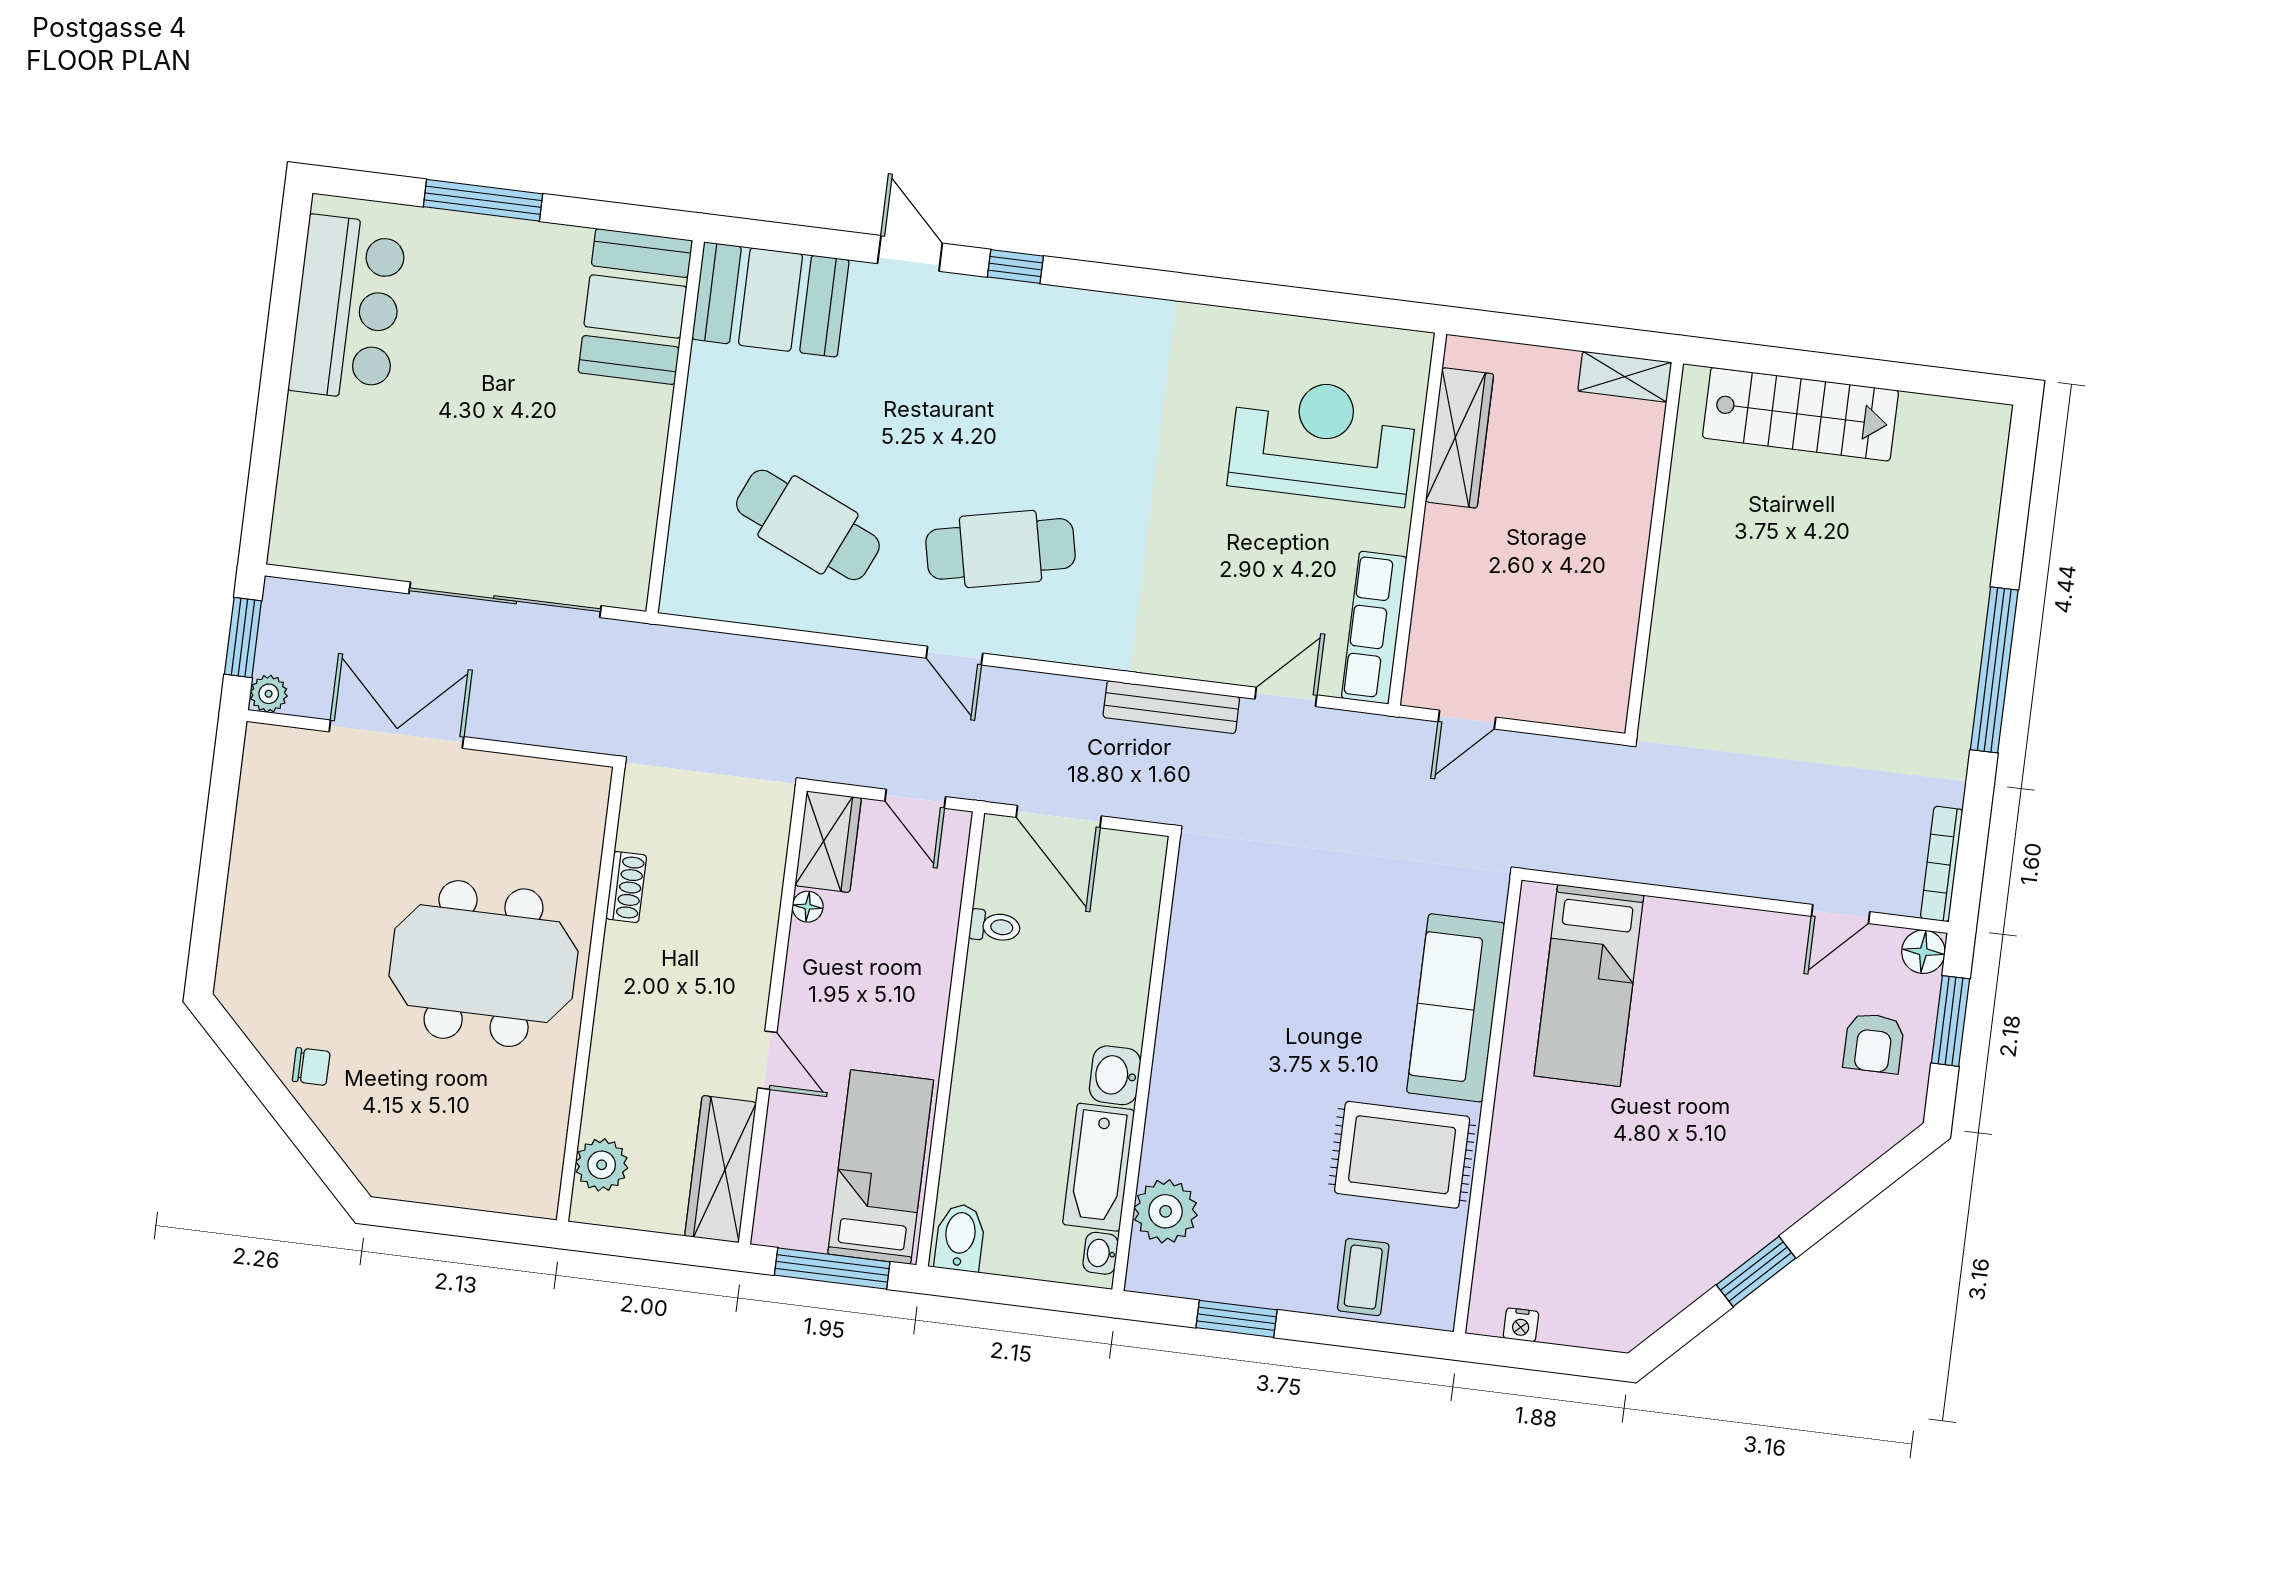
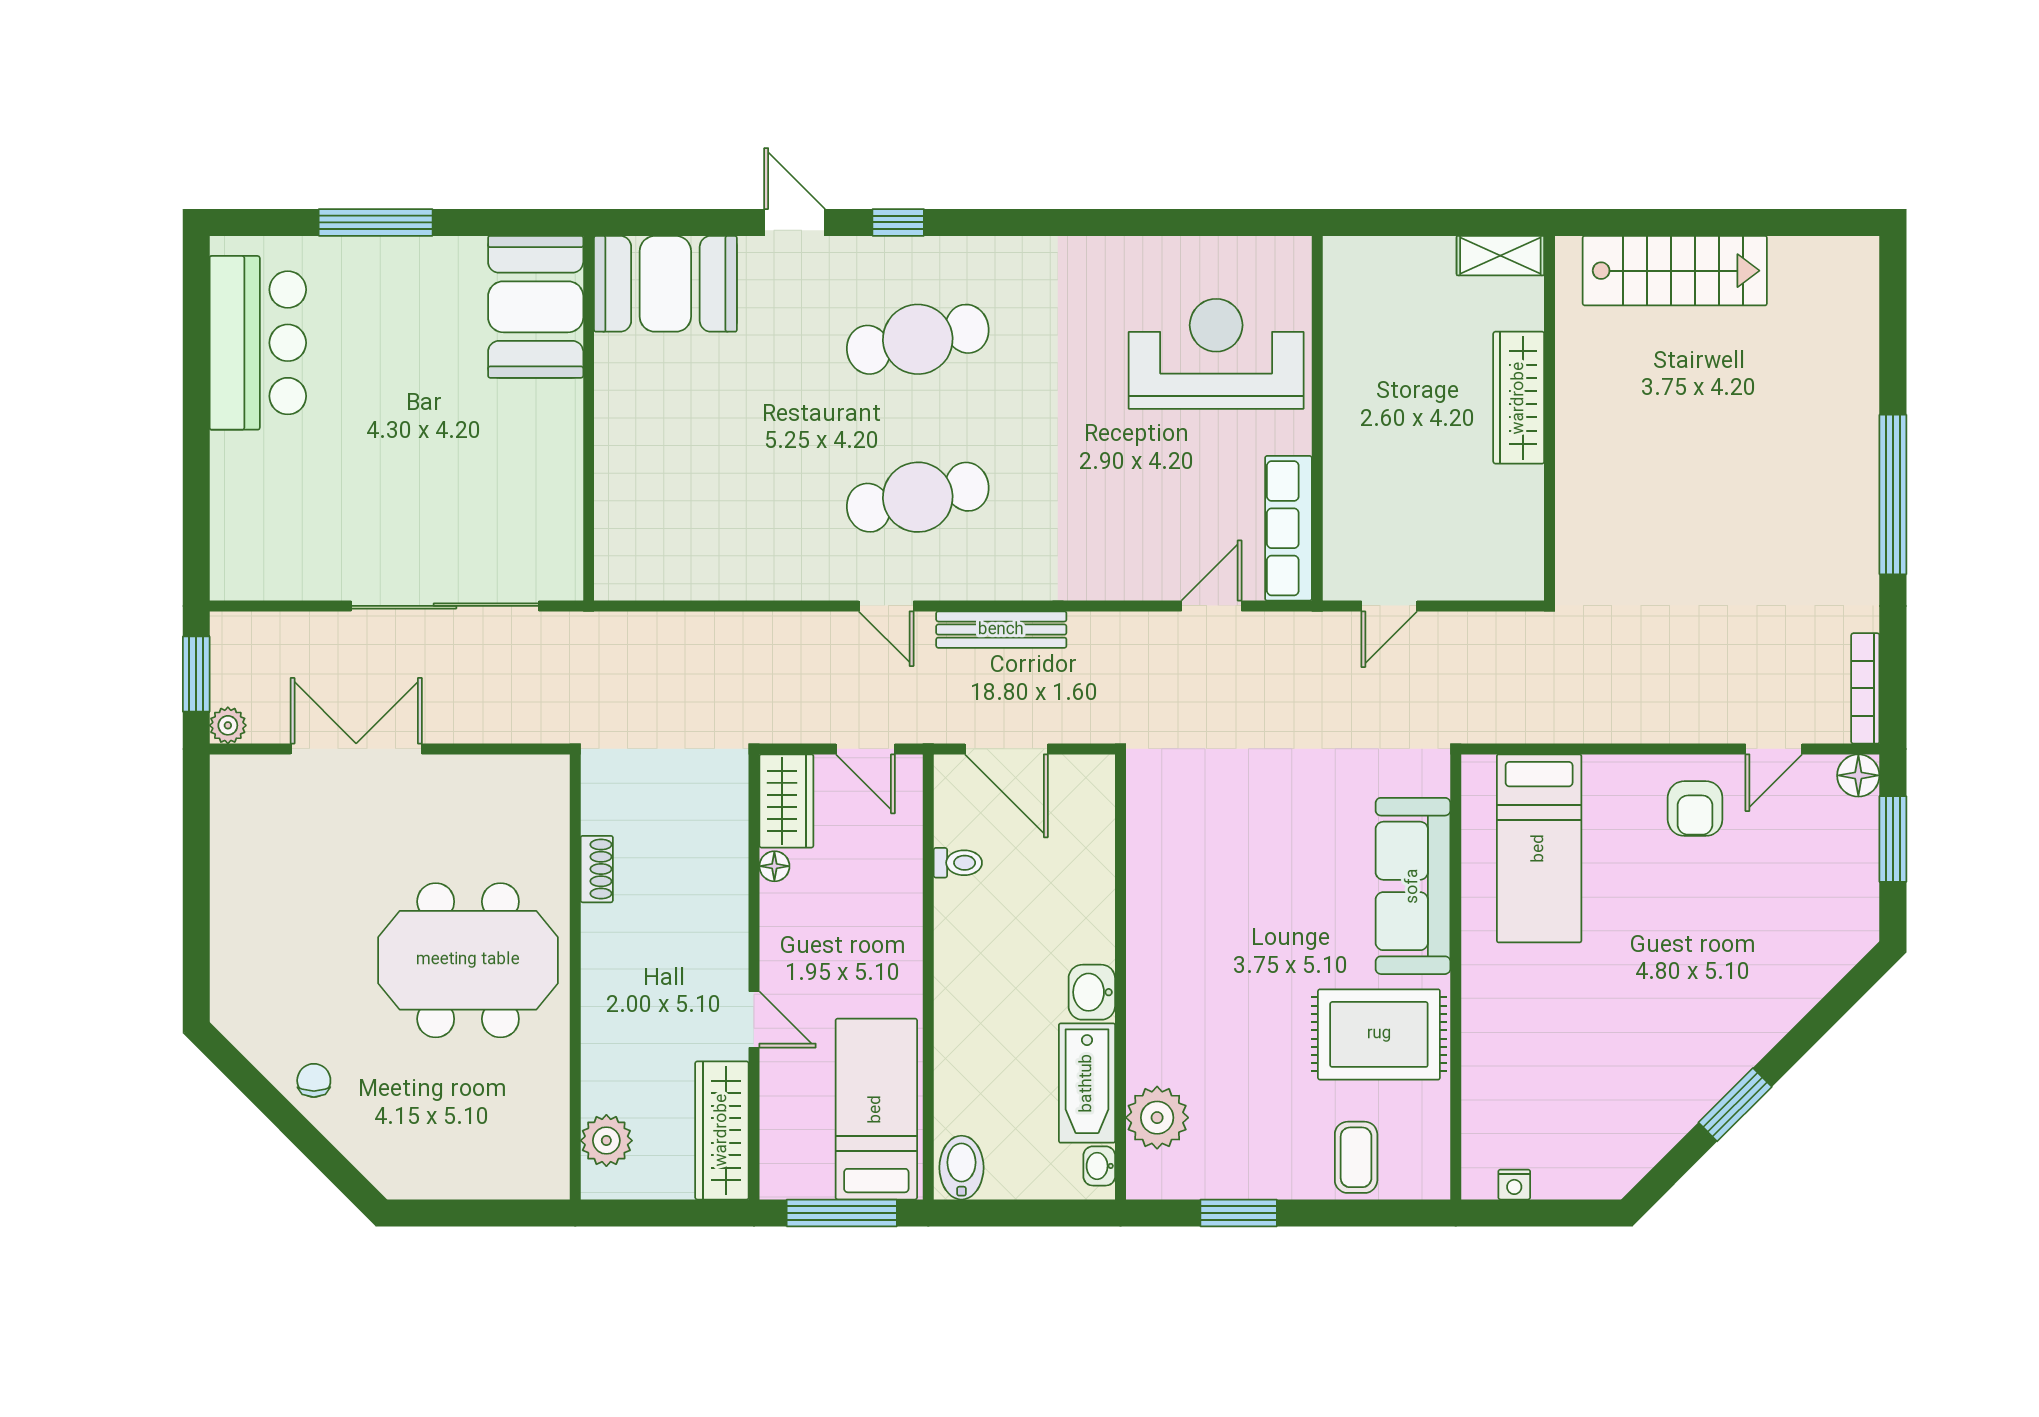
wardrobe: (1459, 438) -> (1519, 398), moved, turned 180
cafe table: (808, 525) -> (918, 339), moved, turned -36
bench: (1171, 707) -> (1001, 630), moved
armchair: (1874, 1043) -> (1695, 809), moved
chair: (311, 1066) -> (314, 1080), turned -90

